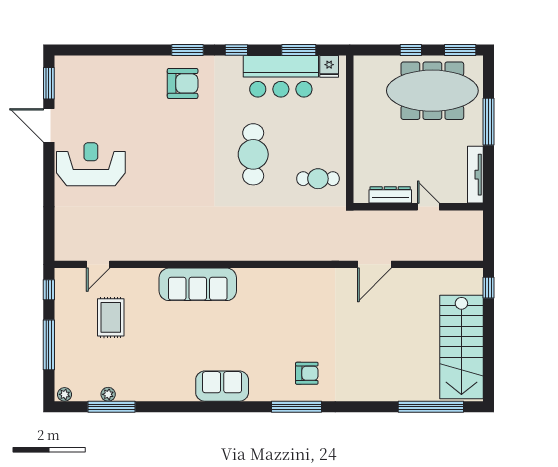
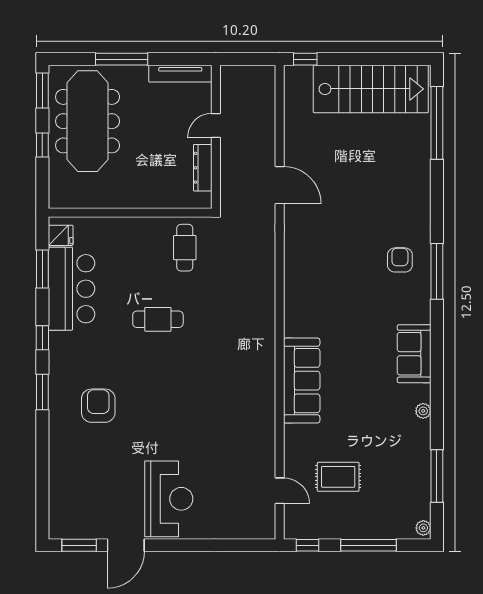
armchair: (183, 83) -> (98, 406), moved
cafe table: (253, 154) -> (158, 319), width x0.73, depth x0.74
reception desk: (91, 164) -> (169, 499), turned 180
plant: (108, 394) -> (423, 411), moved

